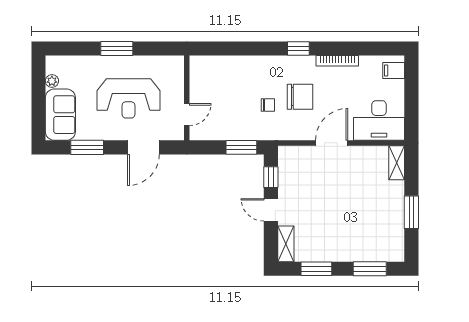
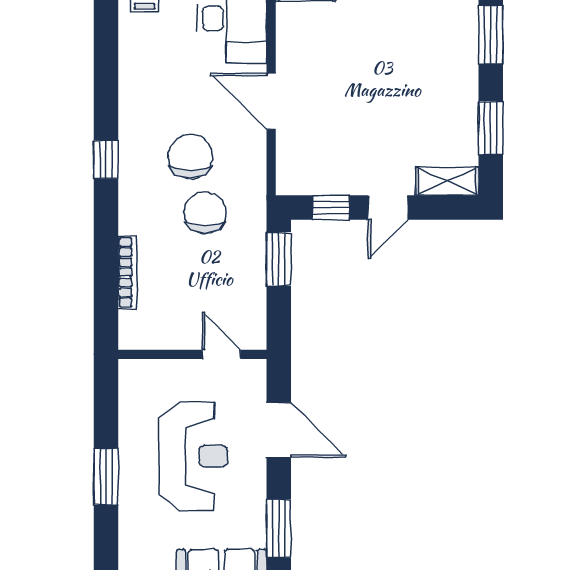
bookcase: (337, 61) -> (128, 272), moved
chair: (268, 105) -> (205, 213), width x1.87, depth x1.87

